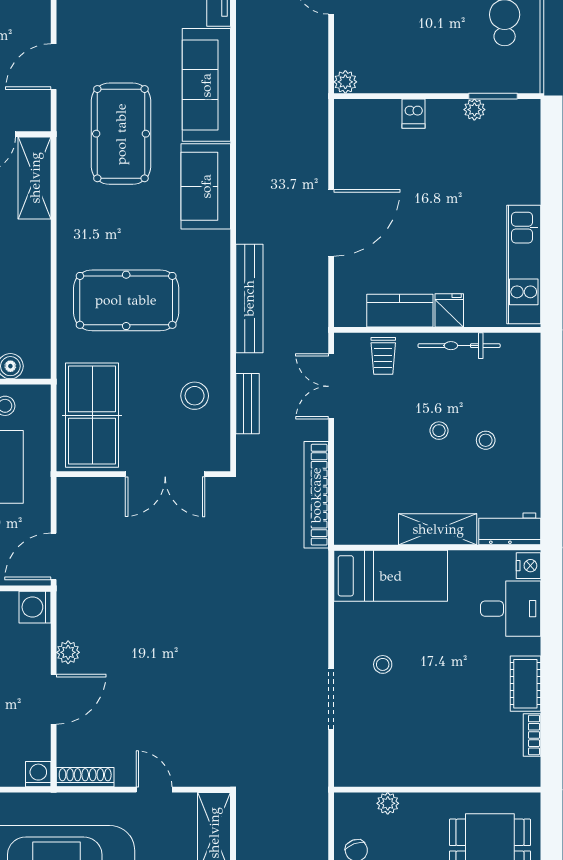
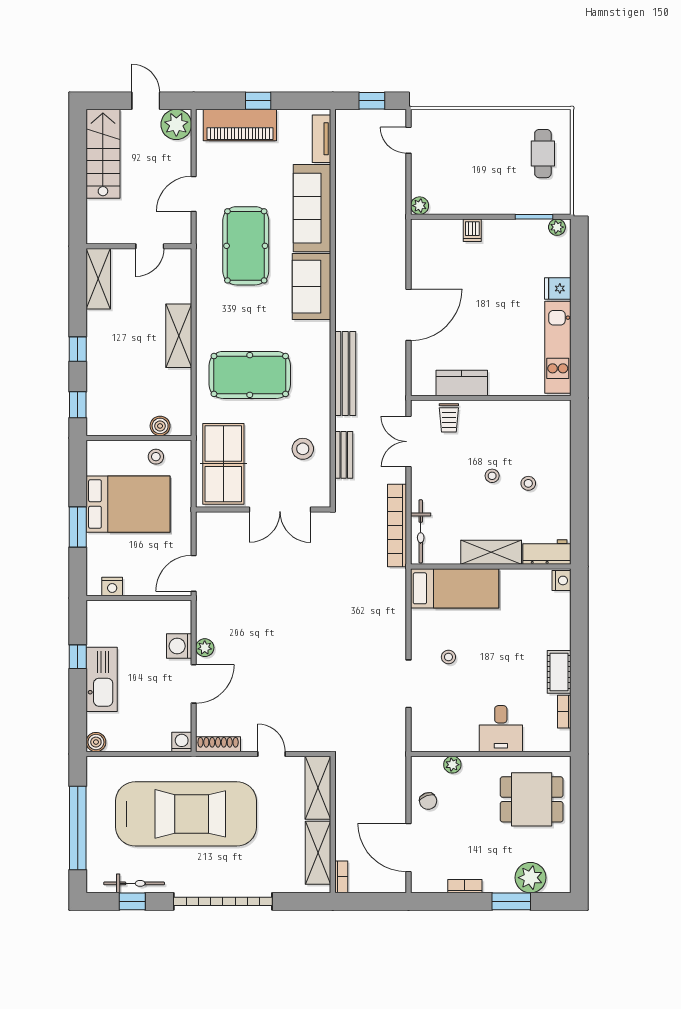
plant: (474, 110) -> (557, 227), moved
shelving: (35, 178) -> (179, 336), moved
fridge: (449, 310) -> (558, 288), moved, turned -90
bicycle: (459, 346) -> (421, 531), moved, turned -90
washing machine: (35, 607) -> (179, 646), moved
desk: (511, 609) -> (501, 729), moved, turned 90

